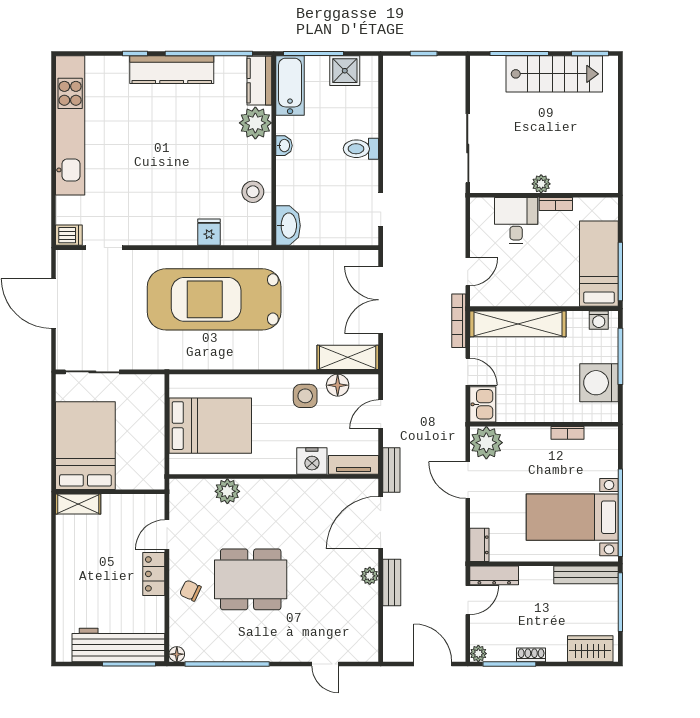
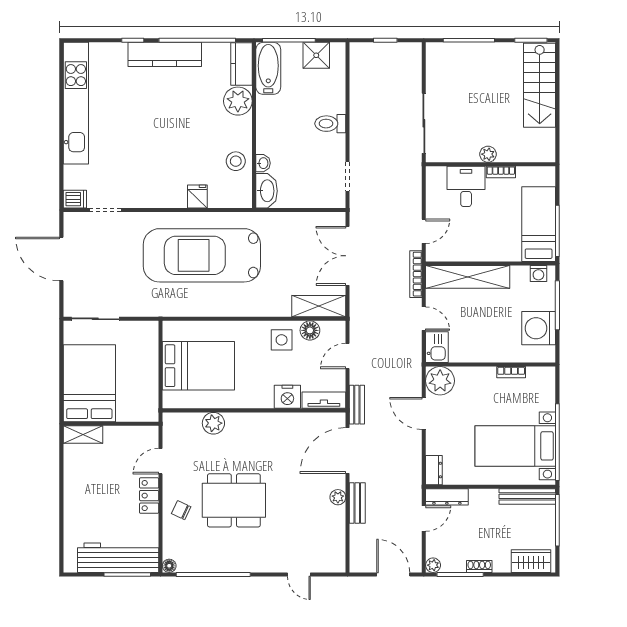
stairs: (554, 74) -> (540, 85), moved, turned 90
washbasin: (284, 146) -> (263, 163), moved

